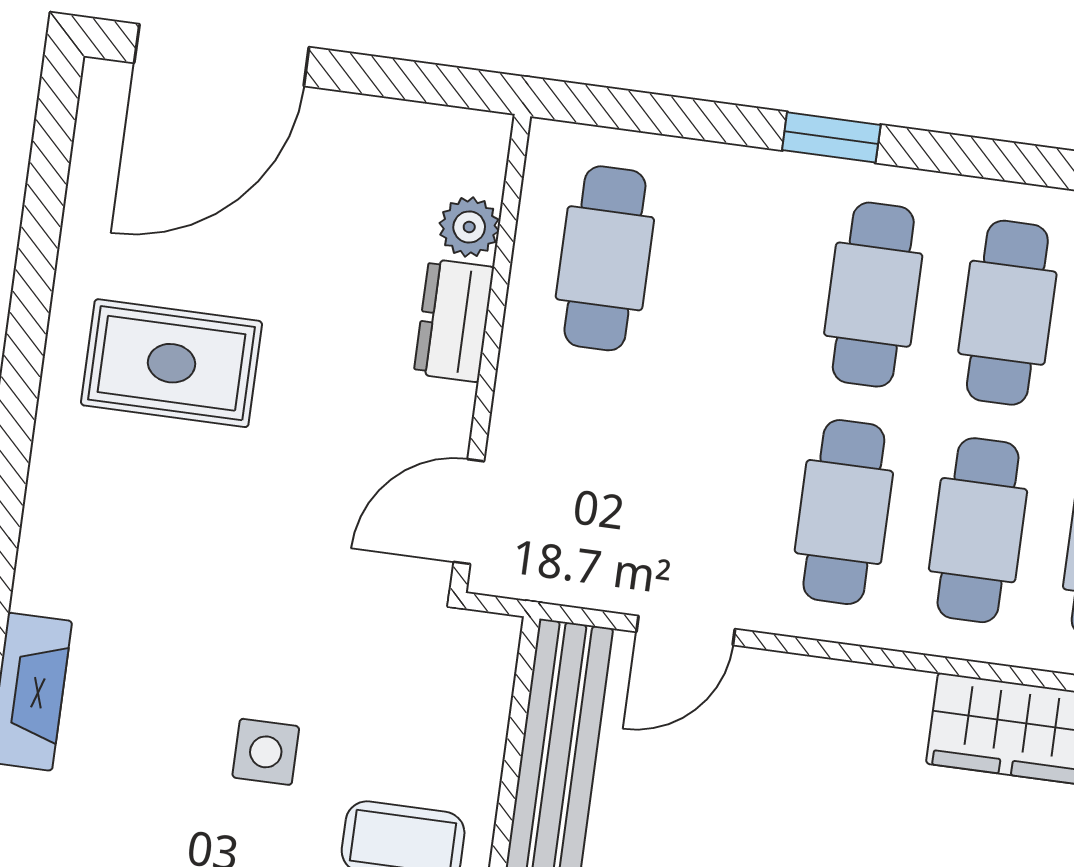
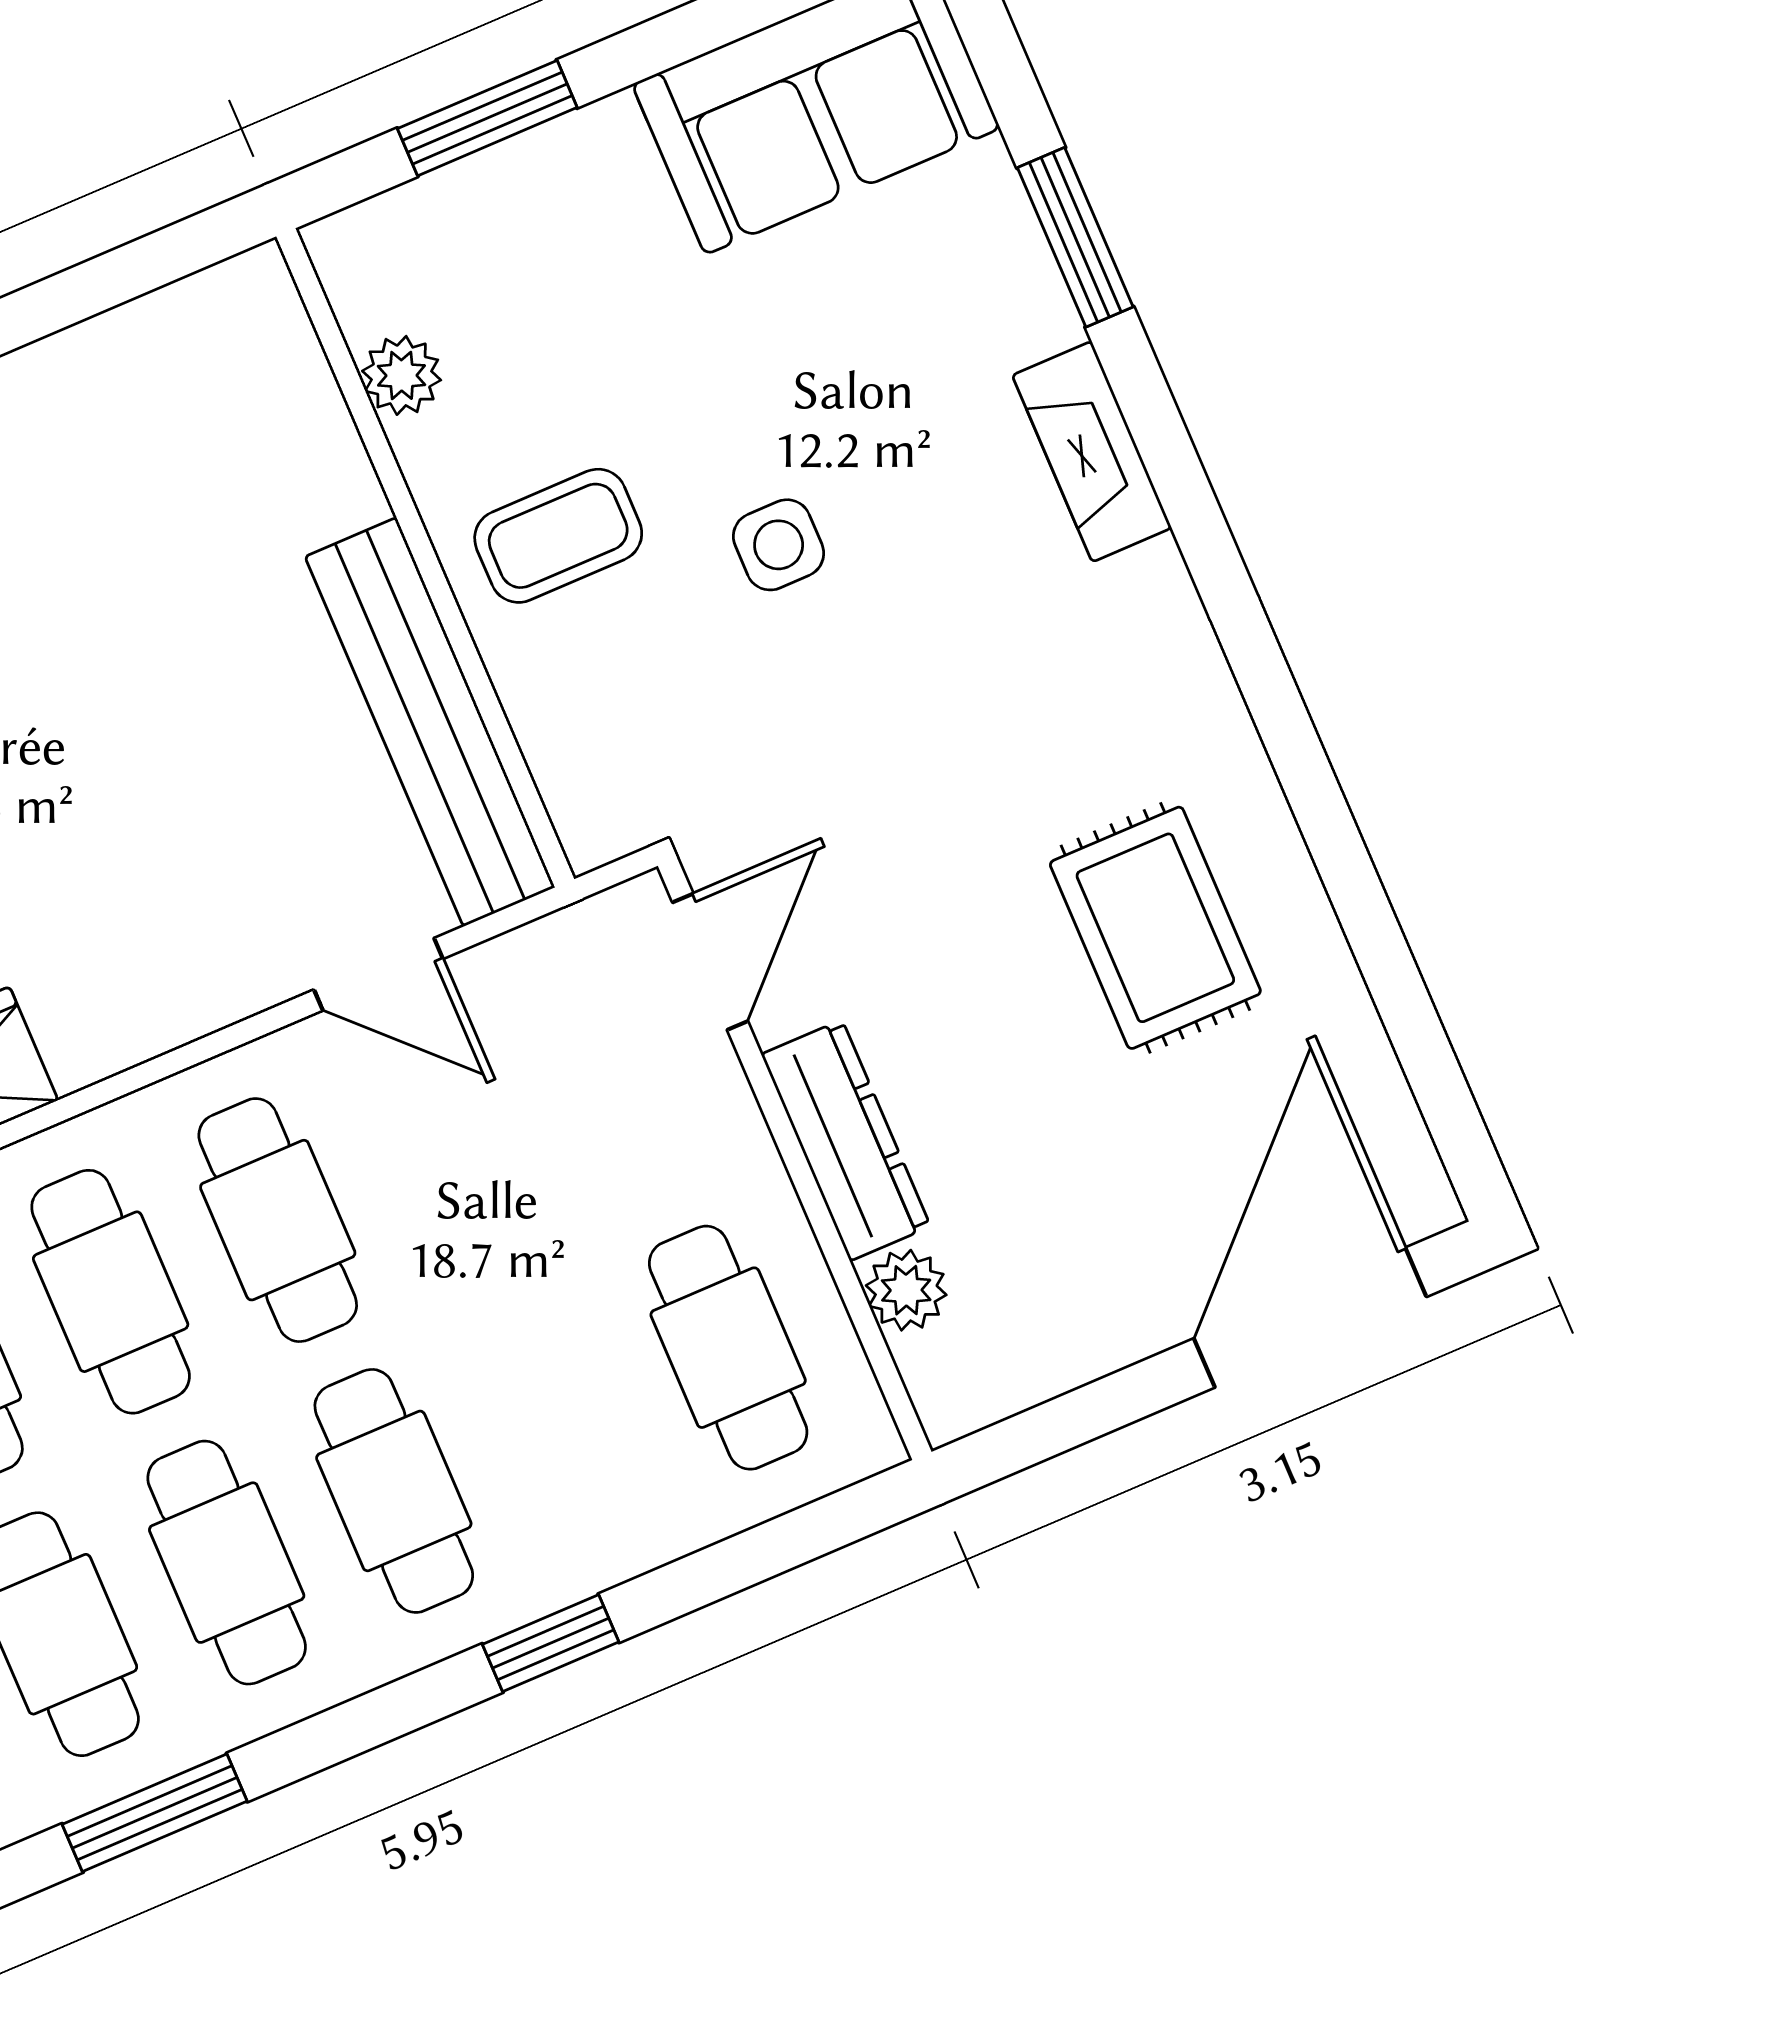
dresser: (454, 320) -> (846, 1140), width x1.44
rug: (171, 363) -> (1155, 928), turned 90
door: (686, 630) -> (378, 974), swing flipped

